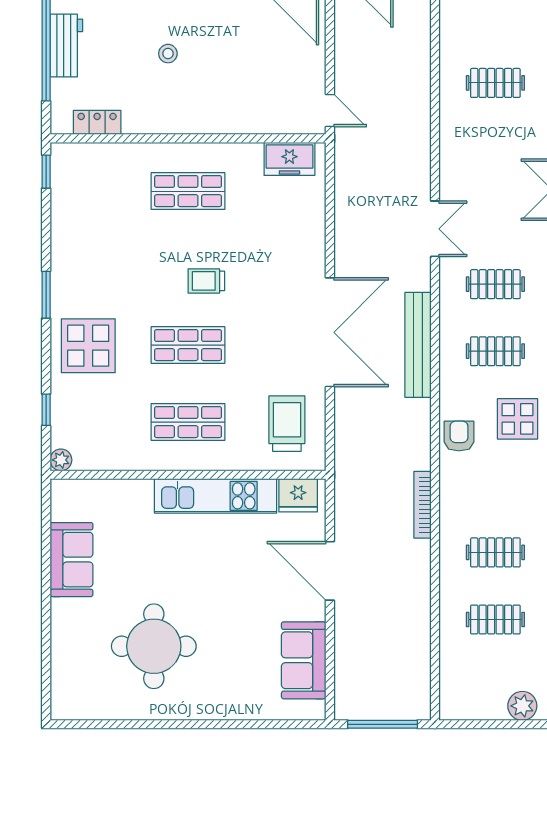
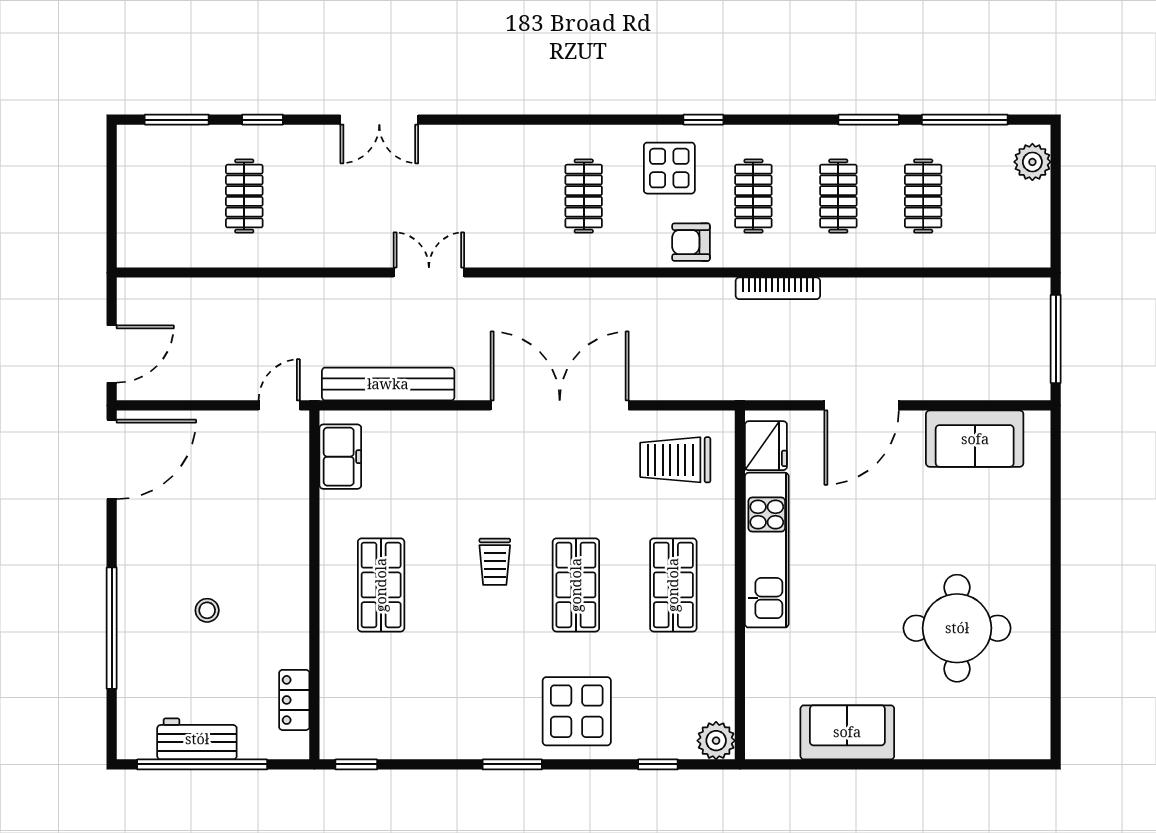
clothes rail: (495, 284) -> (753, 196), moved
bench: (418, 345) -> (388, 384), moved
plant: (61, 460) -> (716, 741), width x1.38, depth x1.38

